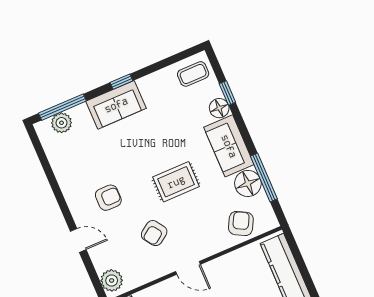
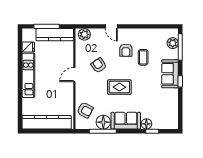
coffee table: (193, 74) -> (143, 57), moved
rug: (176, 182) -> (119, 87), turned 90
door: (78, 240) -> (111, 26), hinge flipped

